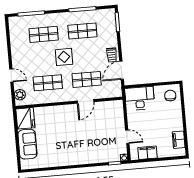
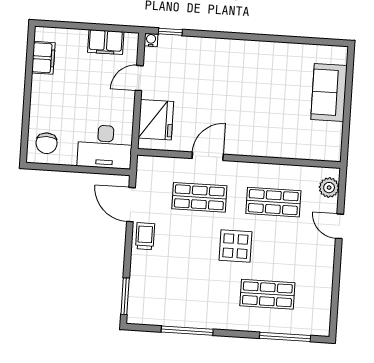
shop shelf: (82, 31) -> (193, 289), removed
door: (122, 70) -> (131, 205), swing flipped
fridge: (25, 118) -> (156, 120), moved, turned 180
door: (127, 137) -> (139, 78), hinge flipped

